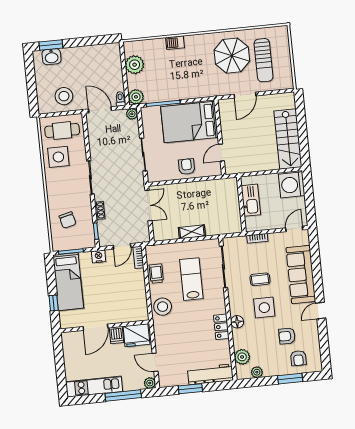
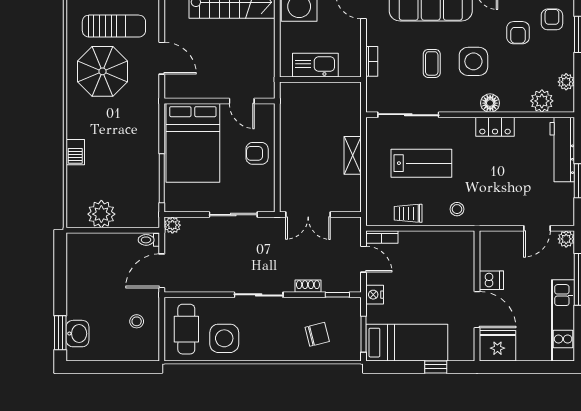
stool: (64, 96) -> (137, 321), width x0.53, depth x0.53
plant: (136, 97) -> (148, 217), removed
double door: (149, 205) -> (308, 215), swing flipped
lab bench: (191, 279) -> (421, 163), turned 180
stool: (163, 307) -> (457, 209), width x0.53, depth x0.53
fridge: (136, 335) -> (497, 346), moved, turned -90
armchair: (298, 358) -> (552, 19), turned -90

